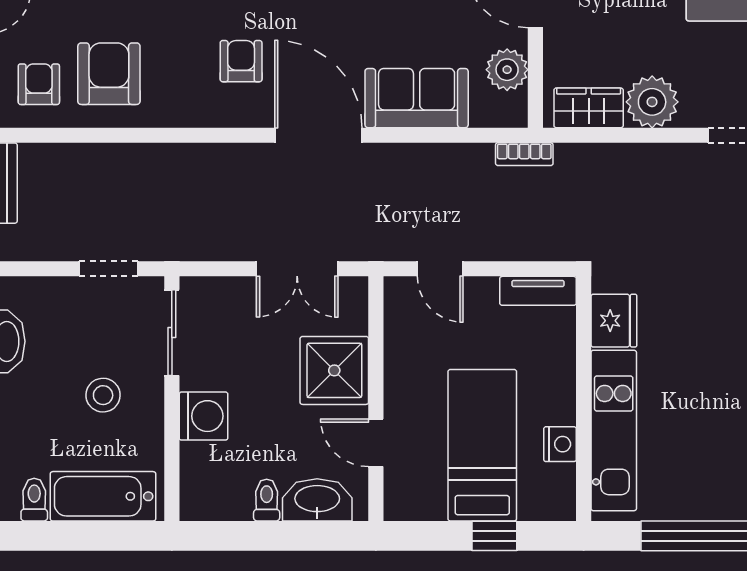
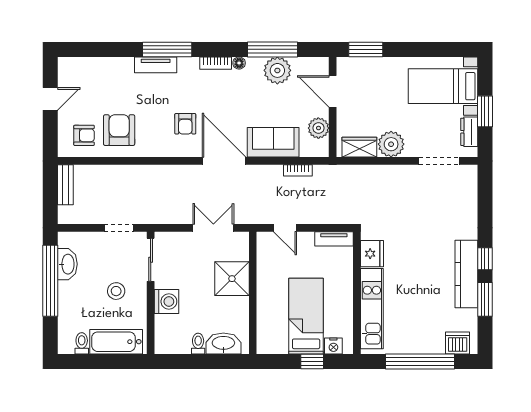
armchair: (241, 61) -> (185, 124), turned 180
armchair: (39, 84) -> (84, 135), turned 90
bookcase: (524, 154) -> (298, 170), moved
double door: (297, 269) -> (213, 228), swing flipped
door: (376, 443) -> (253, 315), removed
nightstand: (560, 444) -> (333, 346), moved, turned 90

